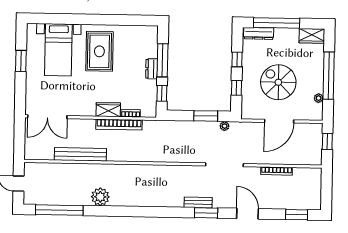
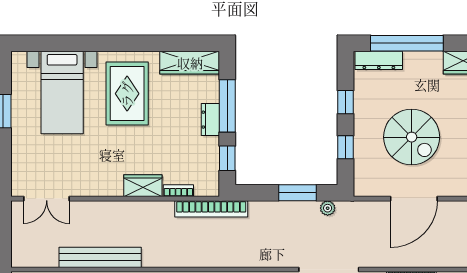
wardrobe: (139, 33) -> (190, 63), added
spiral stairs: (278, 82) -> (412, 137), turned 180
double door: (47, 117) -> (47, 199), width x0.73
bookcase: (119, 124) -> (211, 209), moved

